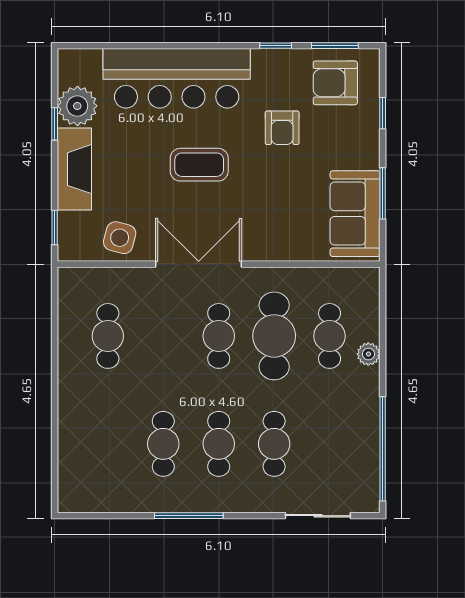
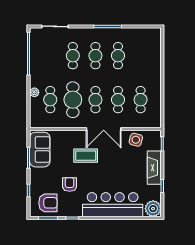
plant: (77, 106) -> (153, 209), moved
coffee table: (199, 165) -> (86, 156), moved
cafe table: (163, 336) -> (118, 100), added

